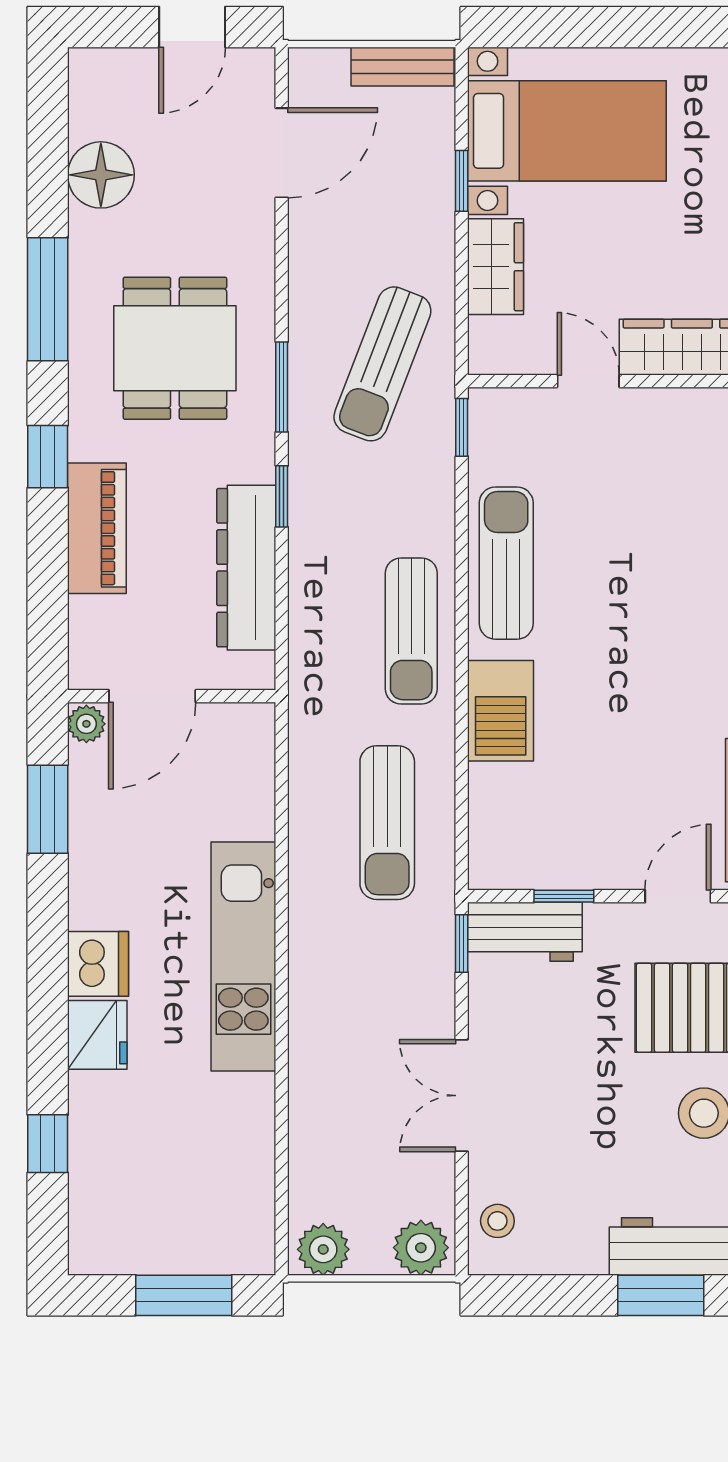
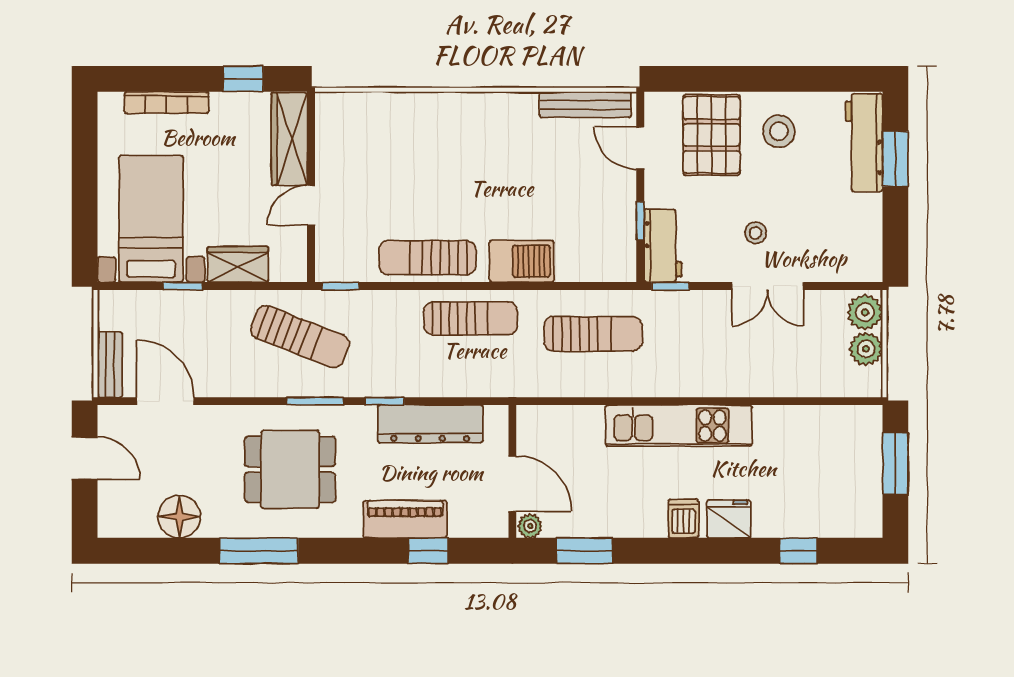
bench: (403, 67) -> (110, 365), moved
window: (48, 457) -> (428, 551), moved
dishwasher: (98, 964) -> (684, 519), width x0.73
stool: (497, 1221) -> (756, 233), moved
plant: (323, 1249) -> (866, 349), moved

